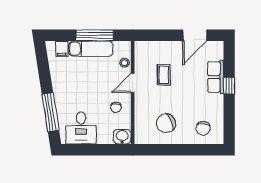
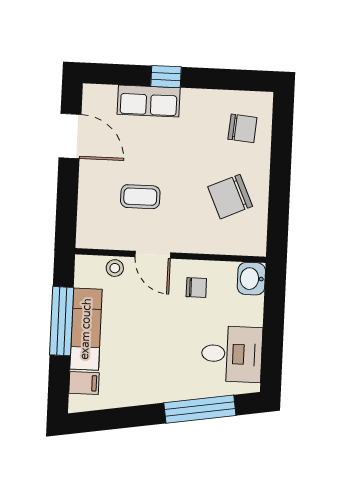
chair: (166, 123) -> (230, 197), turned 90

